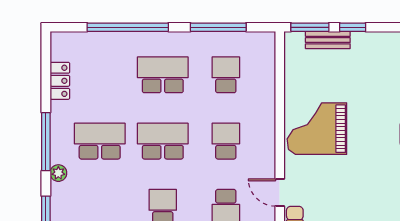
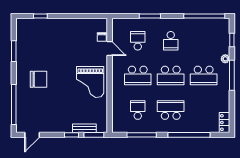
school desk: (163, 75) -> (171, 110), turned 180
school desk: (226, 75) -> (138, 110), turned 180
locker: (60, 81) -> (224, 123), moved
grand piano: (317, 129) -> (90, 82), turned 90
school desk: (226, 141) -> (138, 75), width x1.85

